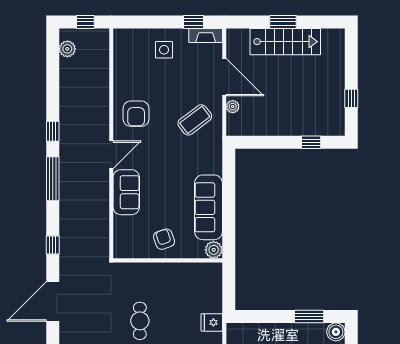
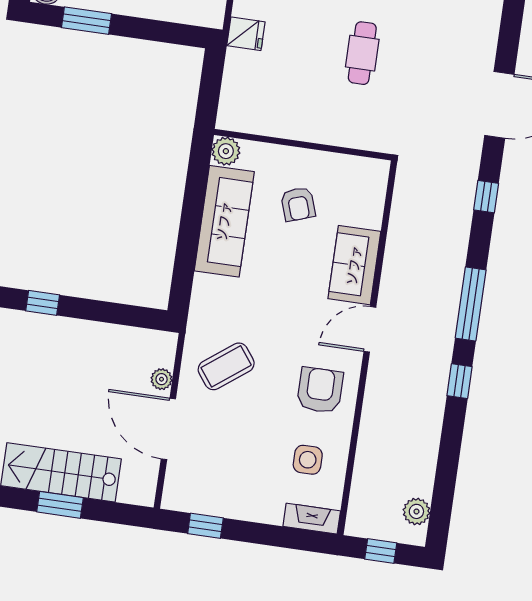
fireplace: (206, 35) -> (312, 519), moved
side table: (164, 50) -> (308, 460), moved
armchair: (164, 239) -> (298, 204), moved

